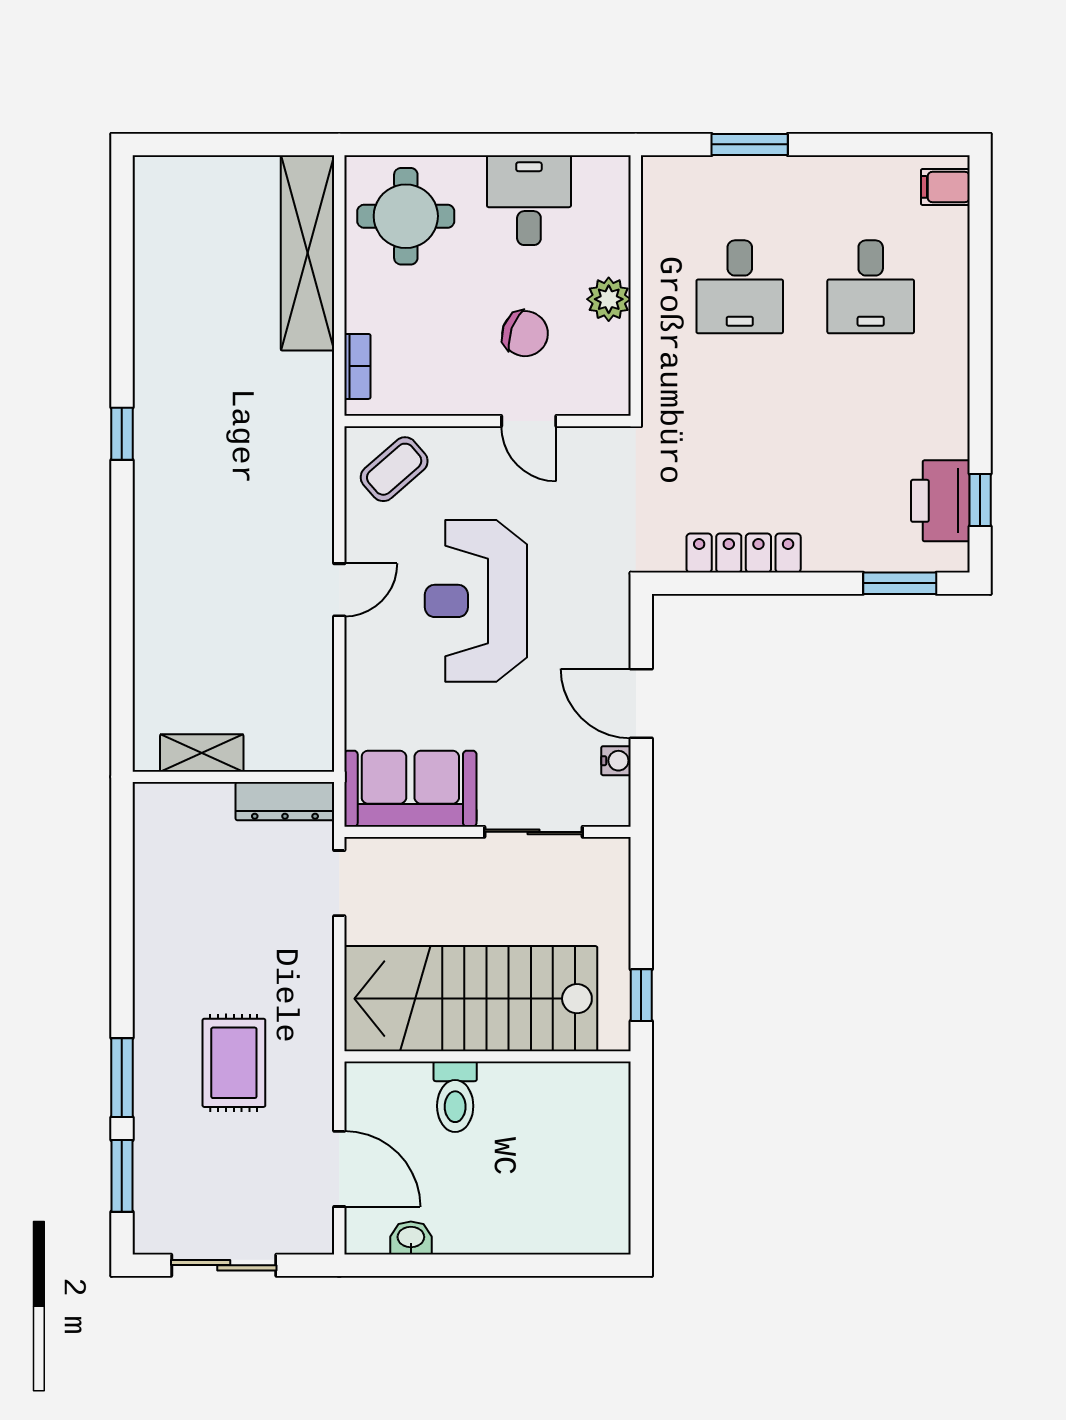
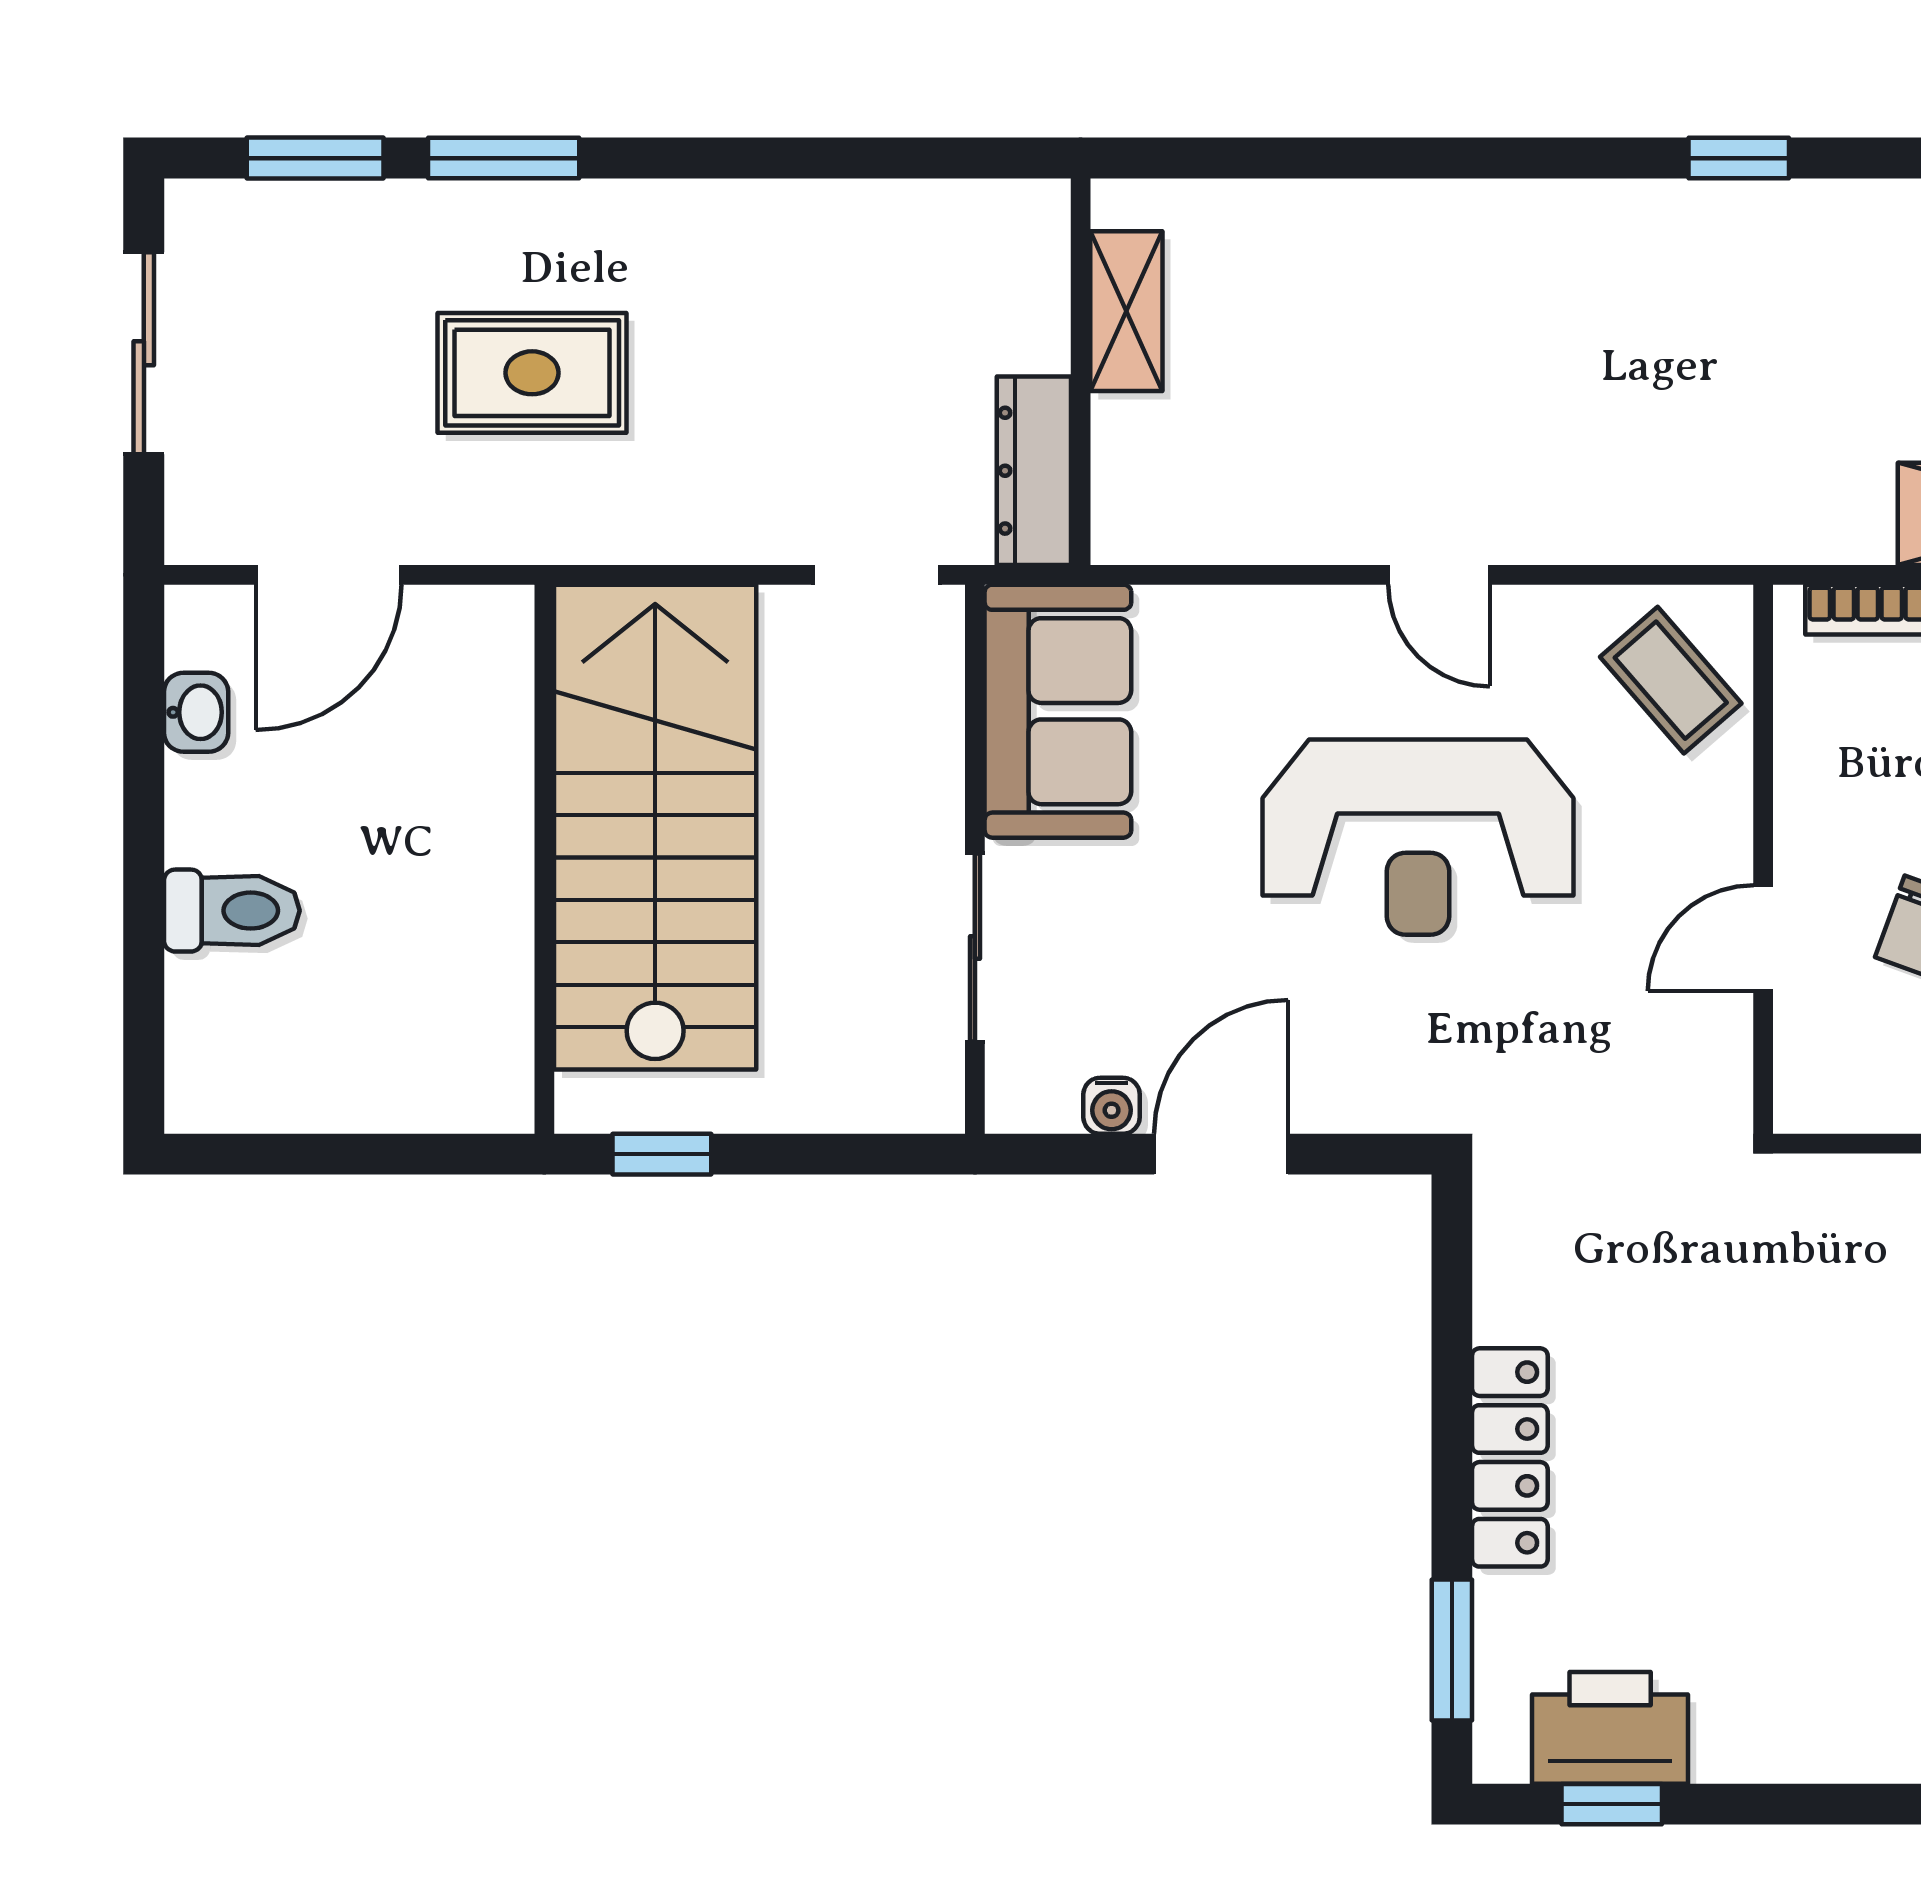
locker: (744, 553) -> (1510, 1457), moved
reception desk: (476, 601) -> (1418, 837), turned 180
toilet: (455, 1097) -> (232, 911), moved, turned 180

